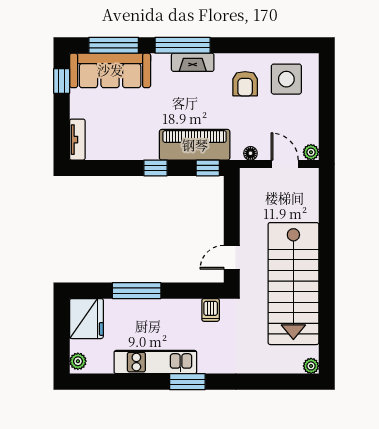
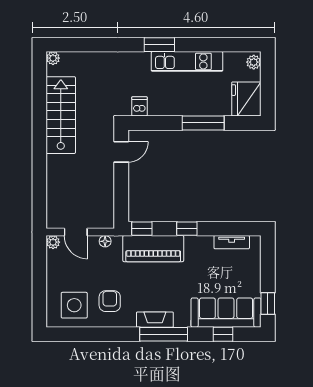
window: (114, 45) -> (223, 334), width x0.46
tv unit: (77, 140) -> (232, 242), moved, turned -90
stairs: (293, 284) -> (61, 115), width x0.73, depth x0.66

